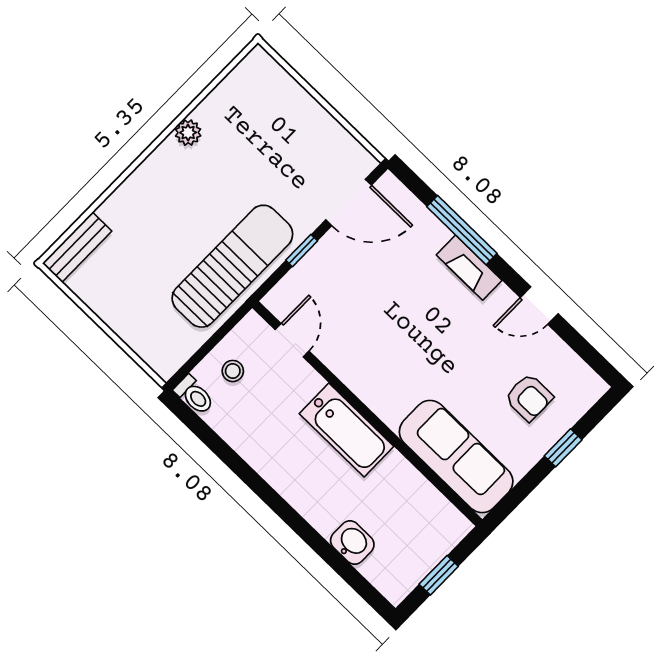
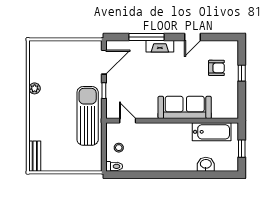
bathtub: (347, 430) -> (212, 132), moved
sofa: (456, 457) -> (185, 107), moved

